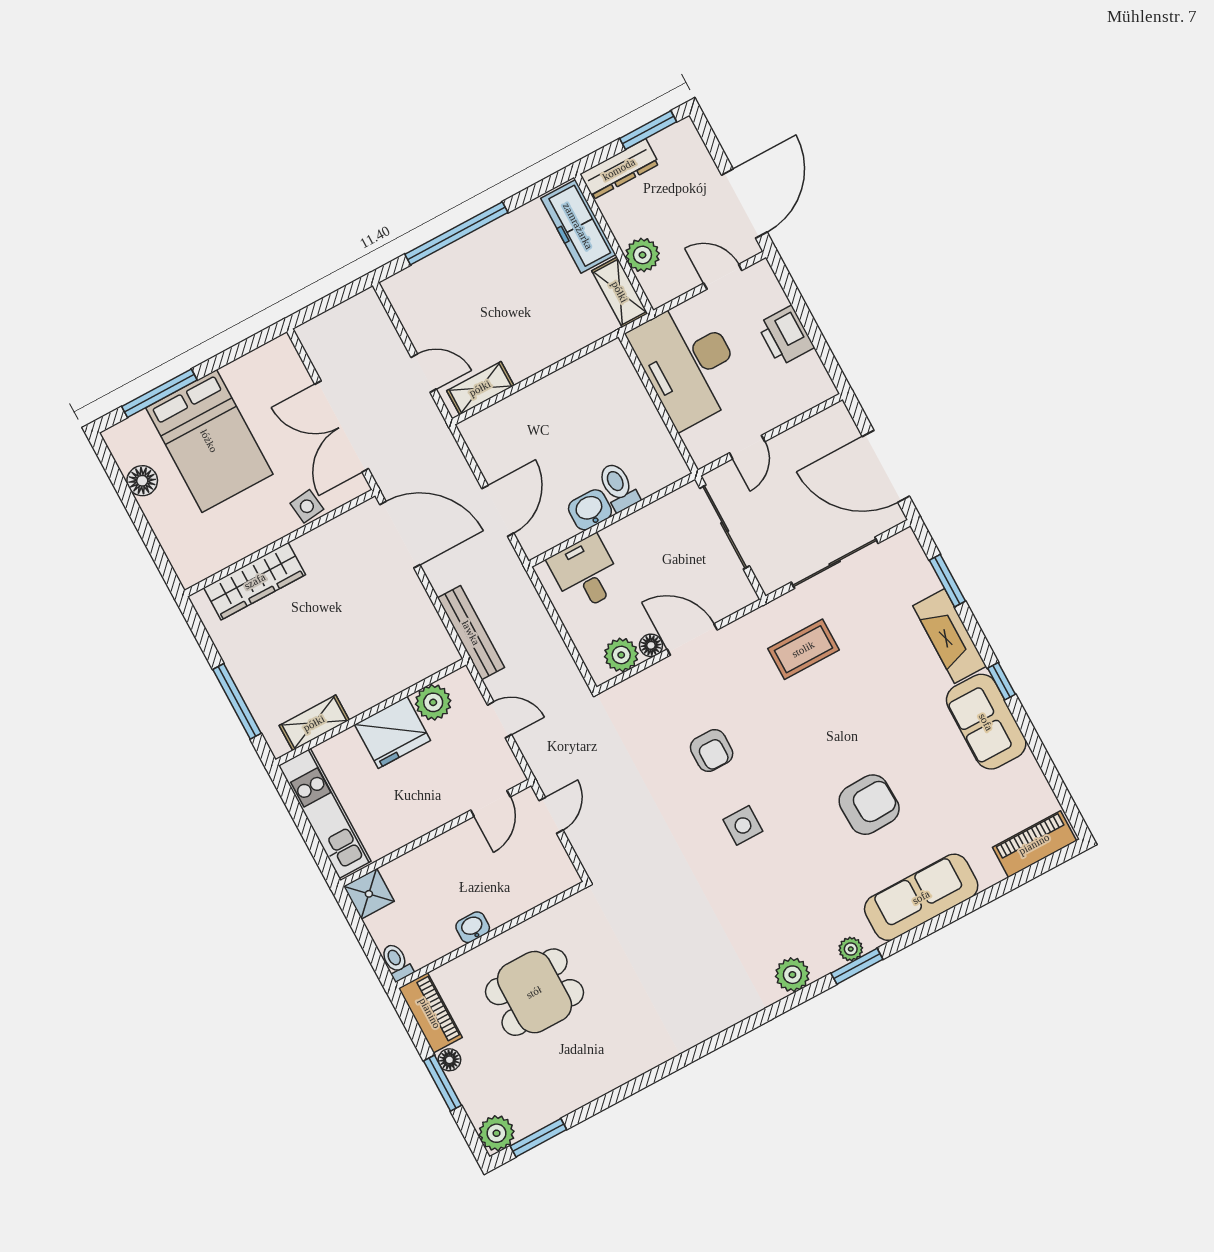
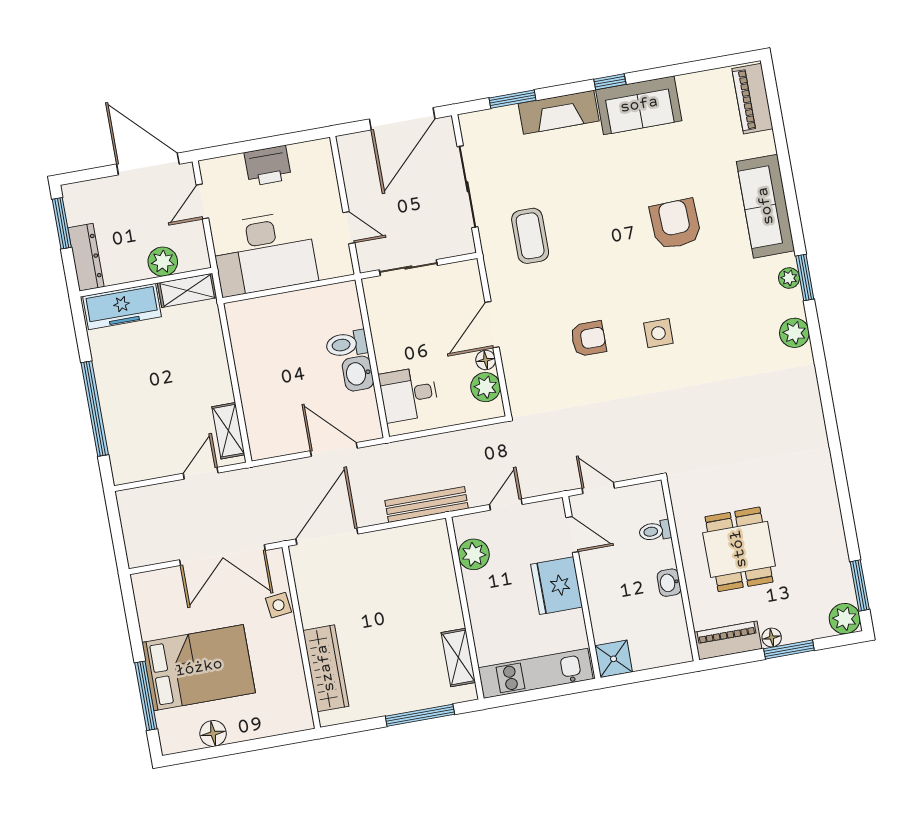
sliding door: (725, 527) -> (408, 268), width x0.73
fridge: (393, 732) -> (557, 586), moved, turned 180
toilet: (397, 962) -> (655, 531), moved

